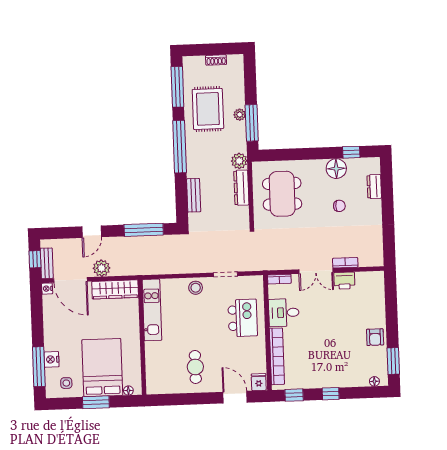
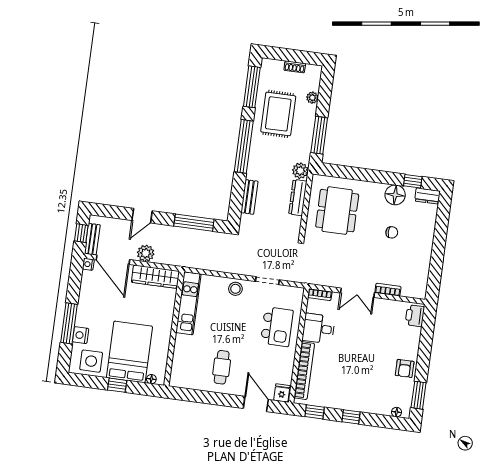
plant: (240, 115) -> (312, 98), moved
dresser: (374, 187) -> (427, 196), moved, turned -90
printer: (344, 281) -> (415, 316), moved, turned 90
window: (39, 367) -> (69, 323), moved
side table: (66, 383) -> (91, 361), width x1.87, depth x1.87
window: (96, 402) -> (117, 385), width x0.67

